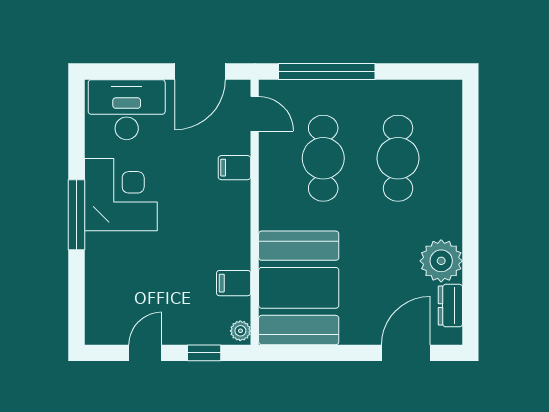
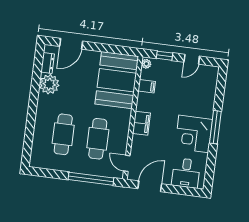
desk: (127, 110) -> (186, 173), width x0.73
filing cabinet: (234, 168) -> (142, 123), moved, width x2.00

